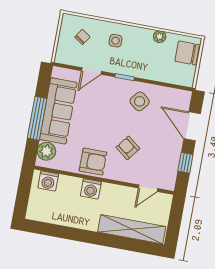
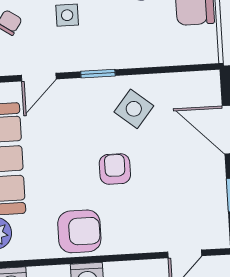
armchair: (128, 148) -> (115, 169), moved, turned 52

